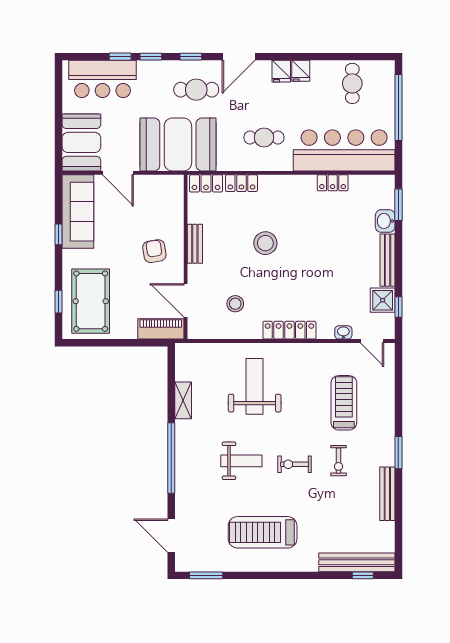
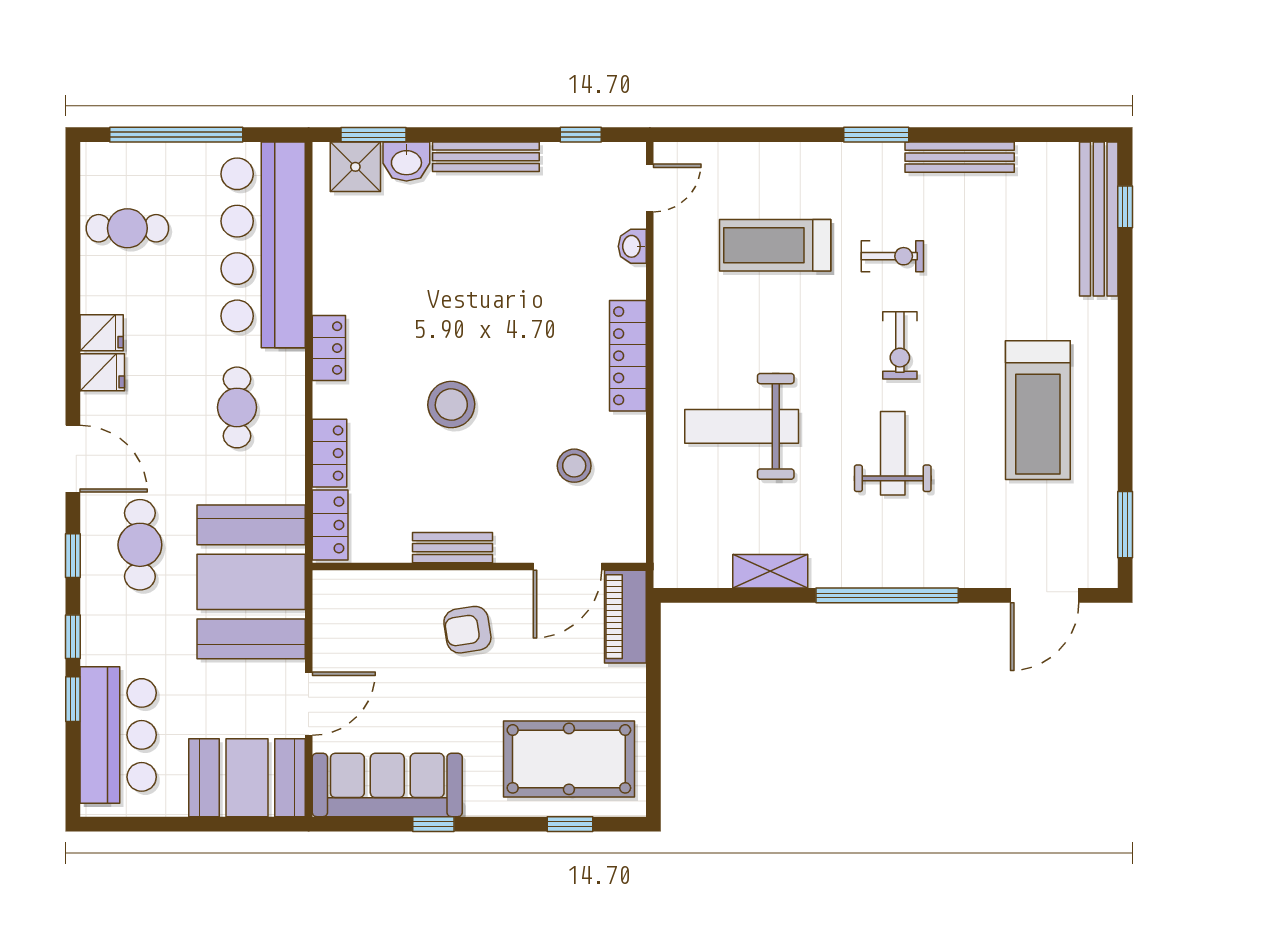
locker: (333, 183) -> (329, 348), moved
shower: (383, 300) -> (355, 167), moved

